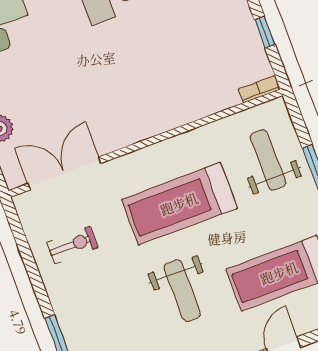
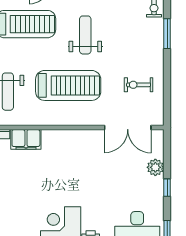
filing cabinet: (213, 97) -> (26, 139), added

